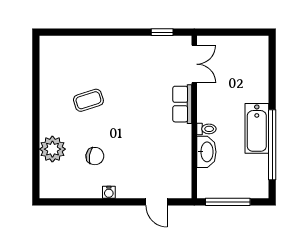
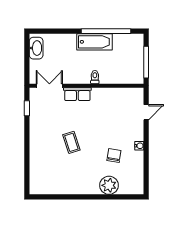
coffee table: (88, 100) -> (71, 142), moved
washbasin: (206, 152) -> (36, 48), moved, turned 90

